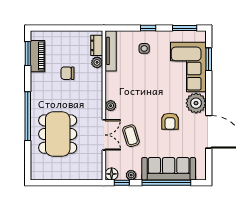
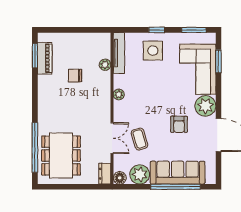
dresser: (97, 45) -> (105, 174), moved
side table: (144, 48) -> (153, 51), width x1.87, depth x1.87
plant: (111, 106) -> (119, 94), moved
window: (28, 116) -> (35, 147), moved
dining table: (58, 134) -> (61, 156), moved
plant: (131, 175) -> (140, 174), width x1.88, depth x1.88
window: (122, 183) -> (130, 187), removed

